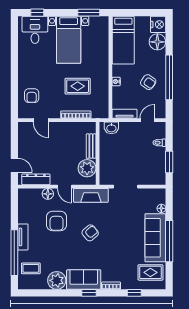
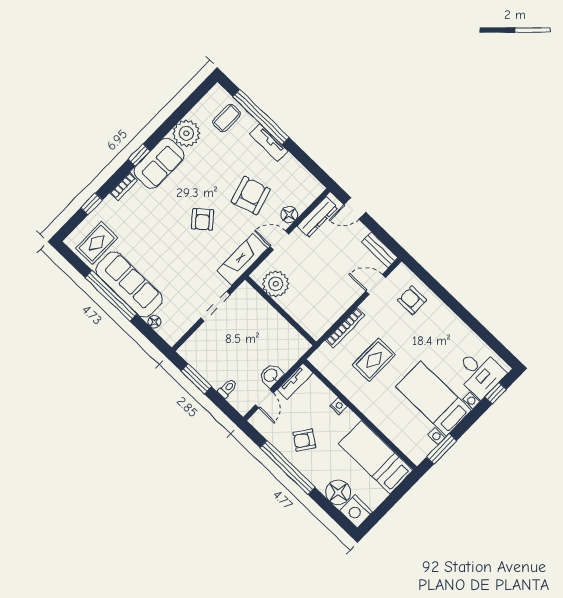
washbasin: (111, 128) -> (271, 375), moved
bench: (91, 146) -> (380, 250), moved
armchair: (57, 221) -> (251, 196), turned 73

